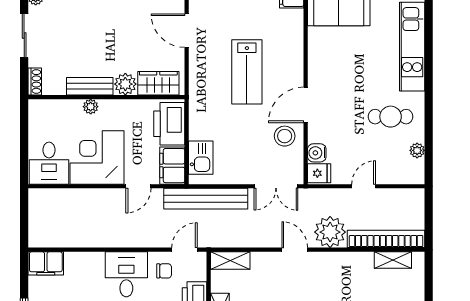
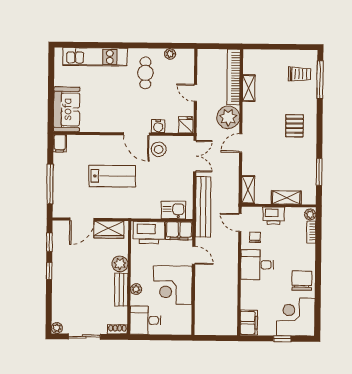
wardrobe: (158, 83) -> (109, 230), moved, turned -90
water cooler: (317, 153) -> (158, 126), moved
desk: (49, 163) -> (145, 320), moved, turned 180
shelving: (393, 260) -> (249, 88), moved

